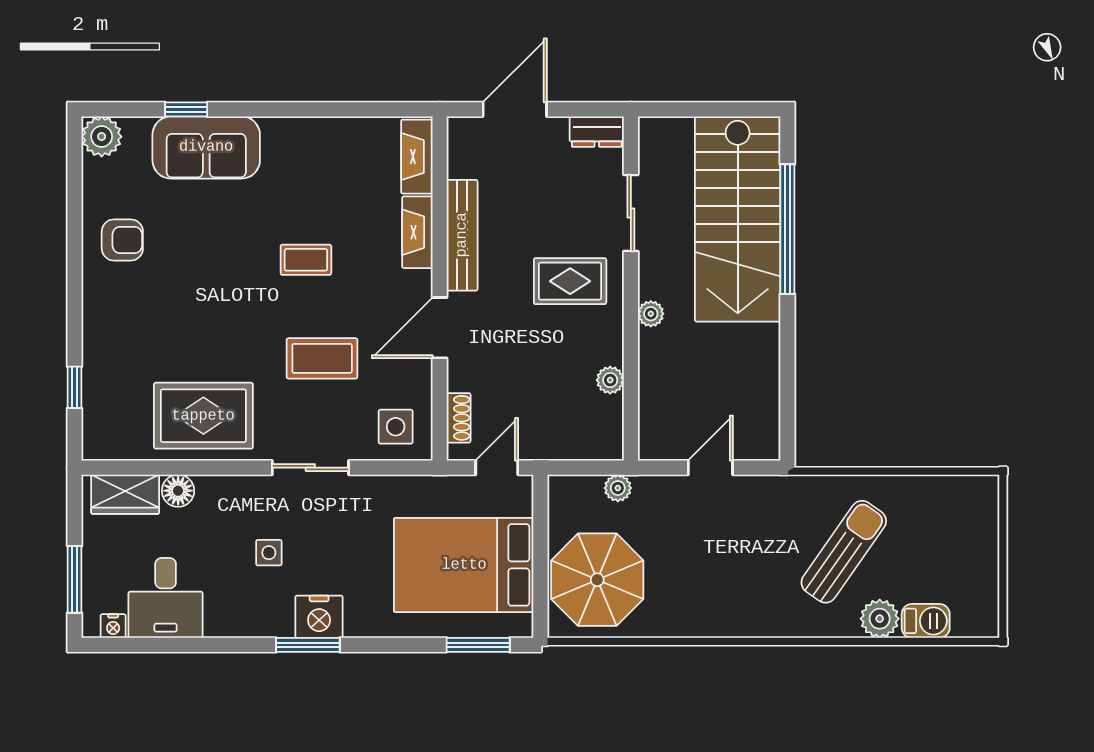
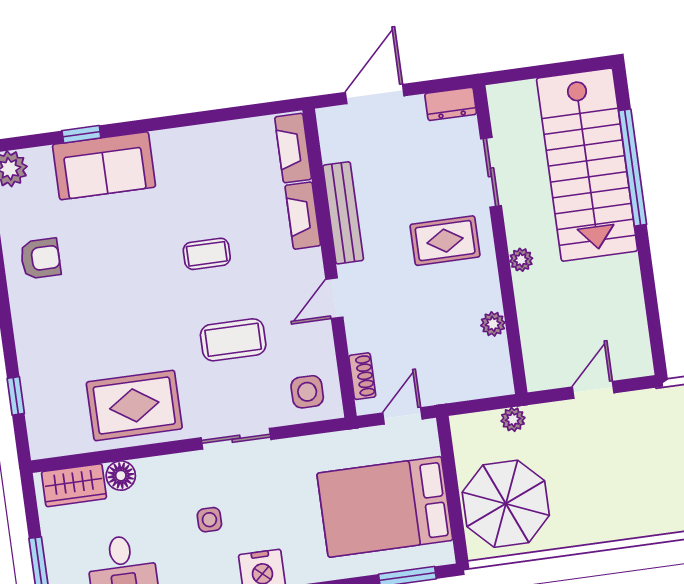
door: (440, 328) -> (334, 298), width x0.73

